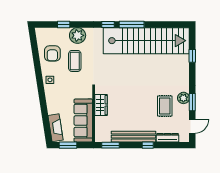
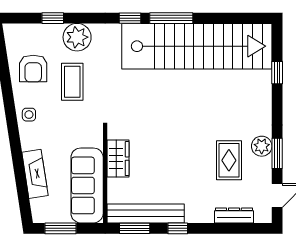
fireplace: (56, 128) -> (35, 174), moved
bench: (134, 137) -> (146, 213), moved
window: (148, 145) -> (178, 228), moved

